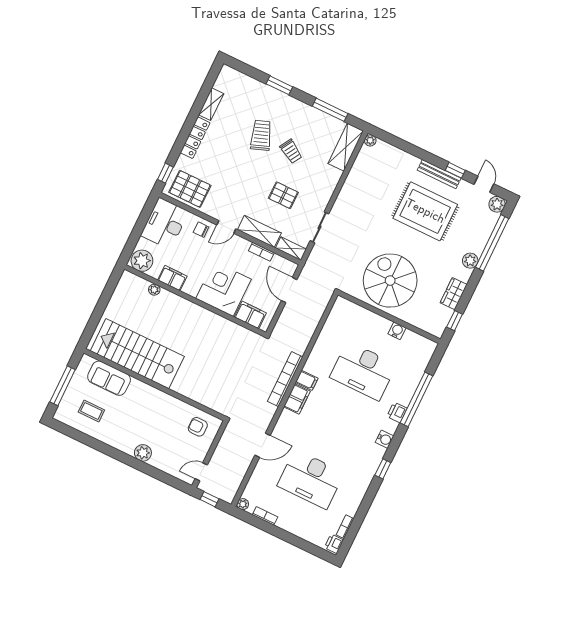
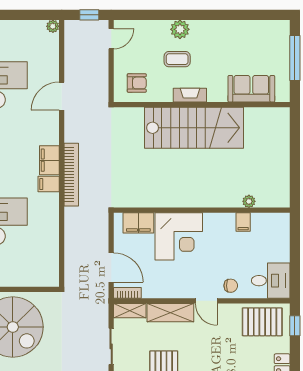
desk: (165, 224) -> (271, 281), width x0.73
door: (226, 227) -> (206, 301), swing flipped
bookcase: (261, 252) -> (127, 293), moved
plant: (142, 261) -> (276, 225), removed
filing cabinet: (172, 278) -> (243, 222), width x0.50
stairs: (137, 354) -> (194, 128), moved
fireplace: (160, 397) -> (190, 95), added
coffee table: (91, 411) -> (177, 59), moved
bookcase: (265, 516) -> (24, 25), removed

